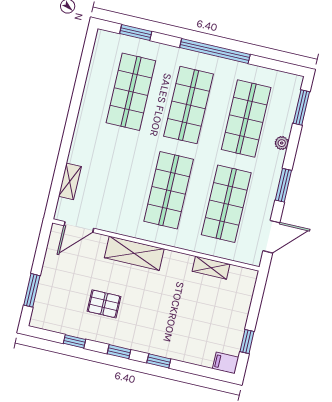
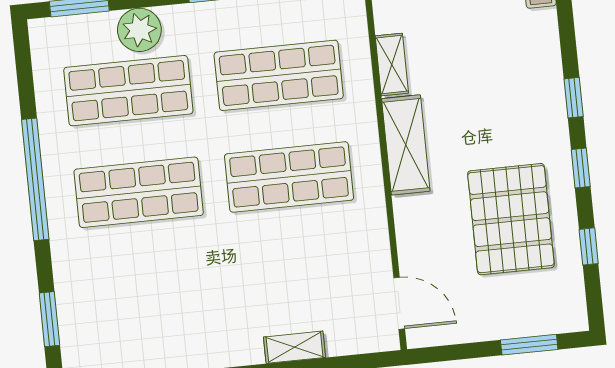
shop shelf: (131, 92) -> (149, 294), removed
plant: (282, 143) -> (139, 30), width x1.88, depth x1.88
shelving: (70, 181) -> (295, 347), moved
shelving: (134, 253) -> (406, 145), moved
pallet: (104, 304) -> (511, 219), width x2.05, depth x2.00

